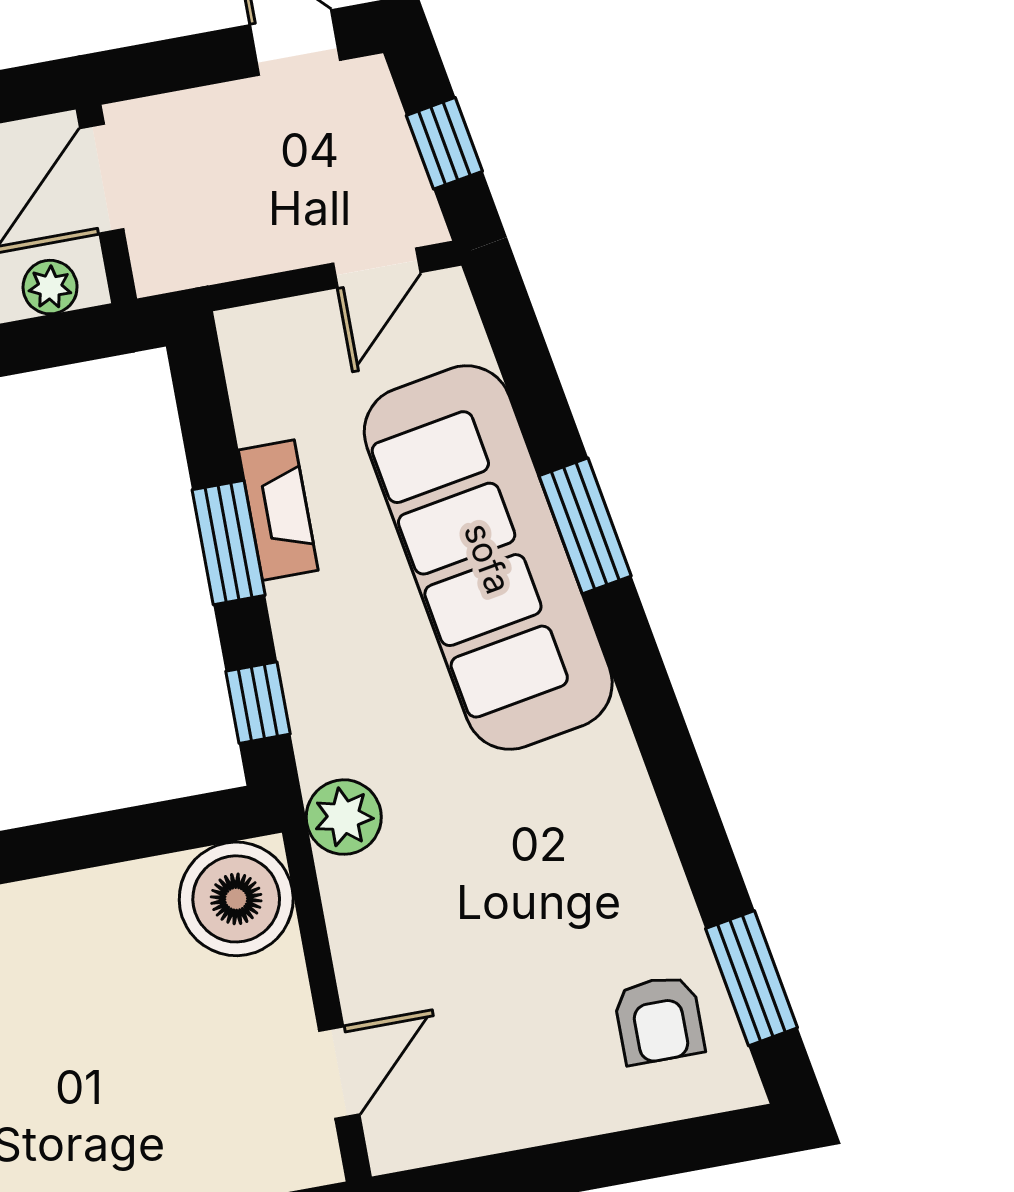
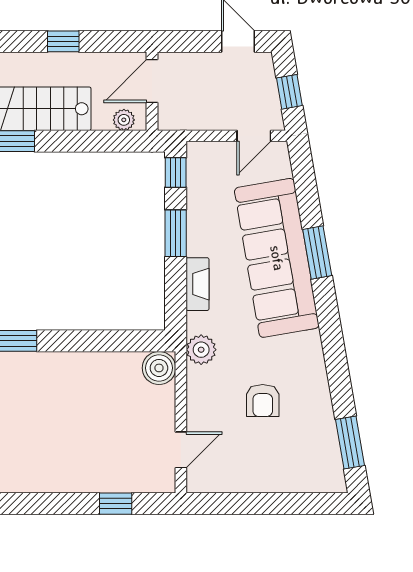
fireplace: (278, 510) -> (198, 284), moved
window: (258, 703) -> (176, 173), moved
boiler: (236, 899) -> (159, 368), width x0.73, depth x0.73
armchair: (659, 1020) -> (263, 401), moved

